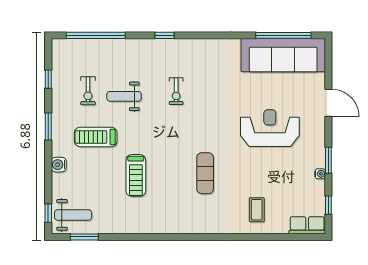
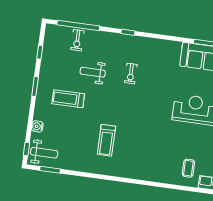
exercise bike: (88, 91) -> (77, 40), moved
water cooler: (59, 165) -> (37, 126), moved
exercise mat: (205, 173) -> (144, 136), removed
treadmill: (136, 175) -> (106, 140), moved
coffee table: (257, 210) -> (188, 168), moved

